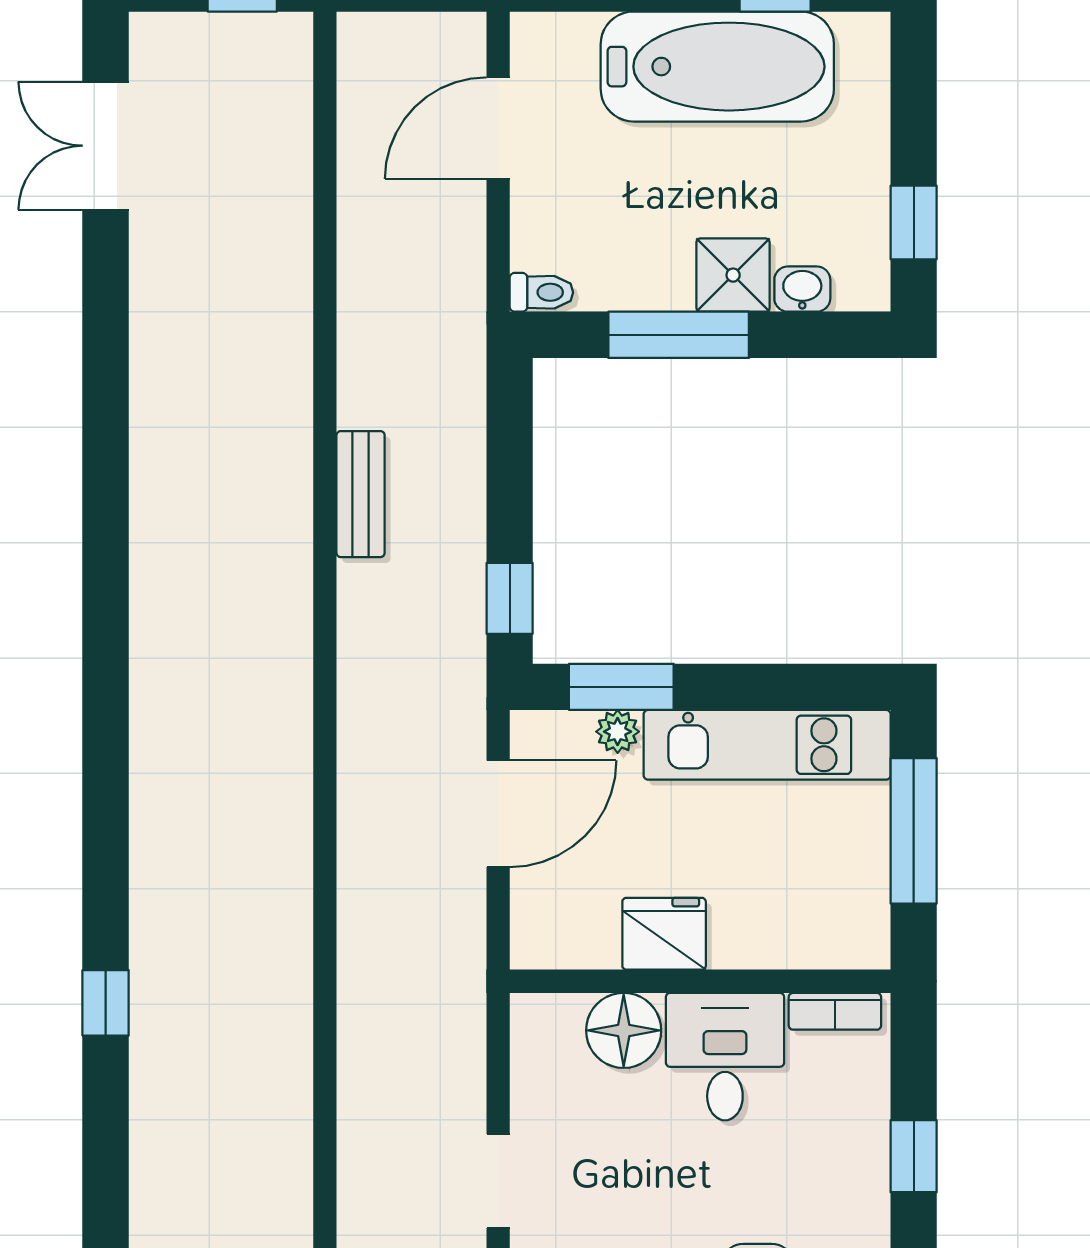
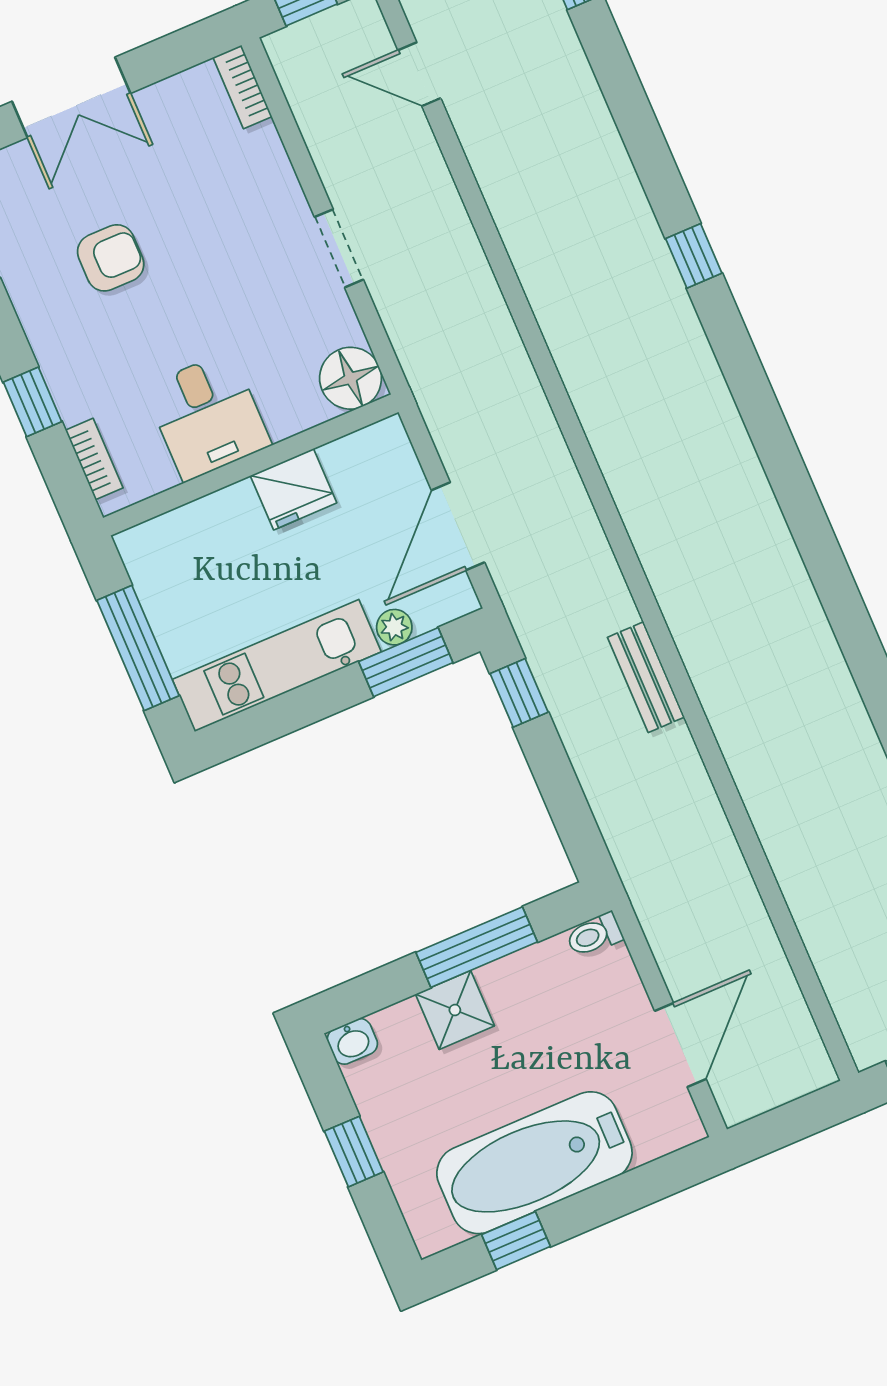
window: (914, 222) -> (354, 1152), moved
washbasin: (802, 289) -> (352, 1041), moved
bench: (361, 494) -> (646, 677), moved
bookcase: (835, 1011) -> (94, 459), moved, turned 90
floor lamp: (624, 1030) -> (351, 378), moved

